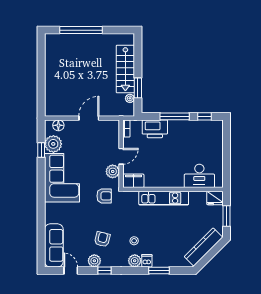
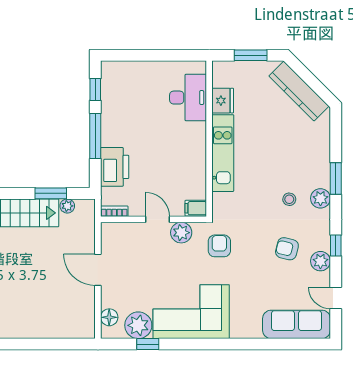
filing cabinet: (133, 181) -> (196, 208), width x0.50
fridge: (215, 198) -> (223, 101), moved
dishwasher: (147, 261) -> (320, 179), removed
door: (71, 271) -> (336, 298), hinge flipped
window: (159, 271) -> (336, 179), moved

